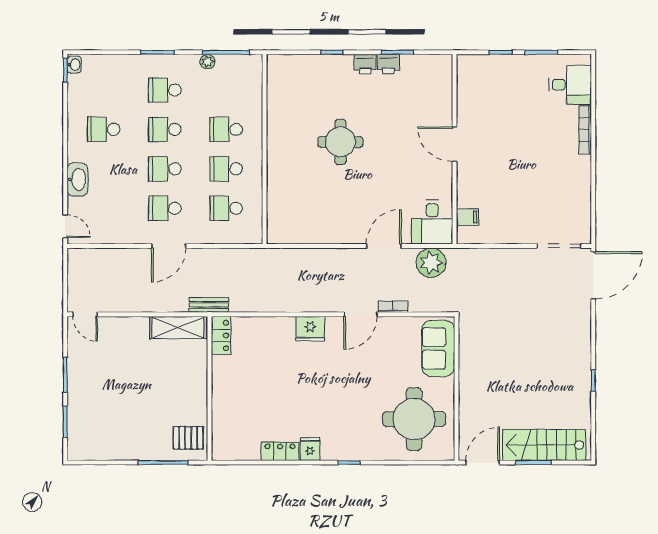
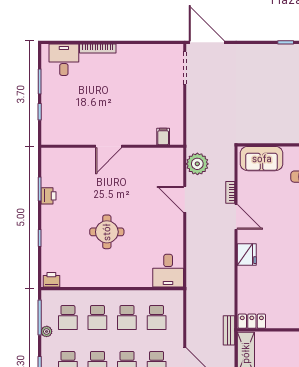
printer: (365, 64) -> (51, 280), moved, turned -90
school desk: (226, 90) -> (68, 317), added
desk: (432, 222) -> (168, 271), moved, turned 90

